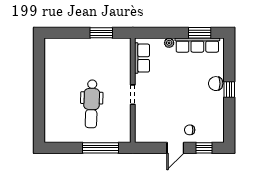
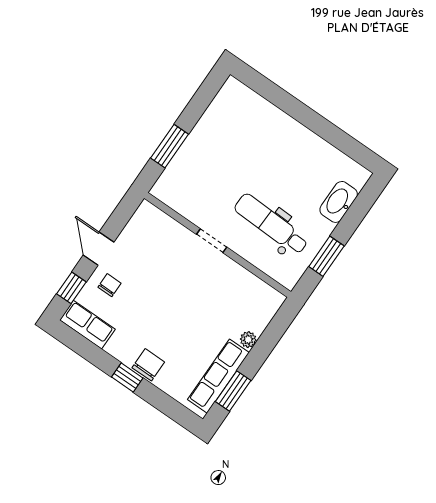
washbasin: (70, 45) -> (339, 202), added
row of seats: (142, 58) -> (87, 325), moved, turned 180
dental chair: (92, 104) -> (271, 224), moved
window: (100, 148) -> (169, 146), width x0.69

